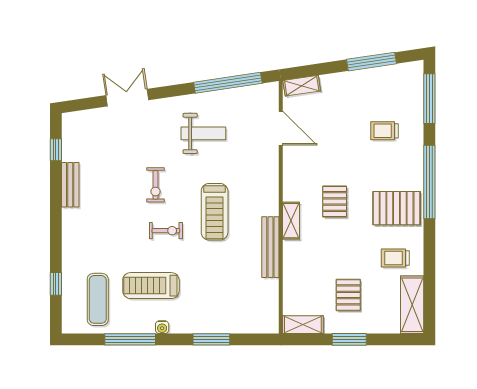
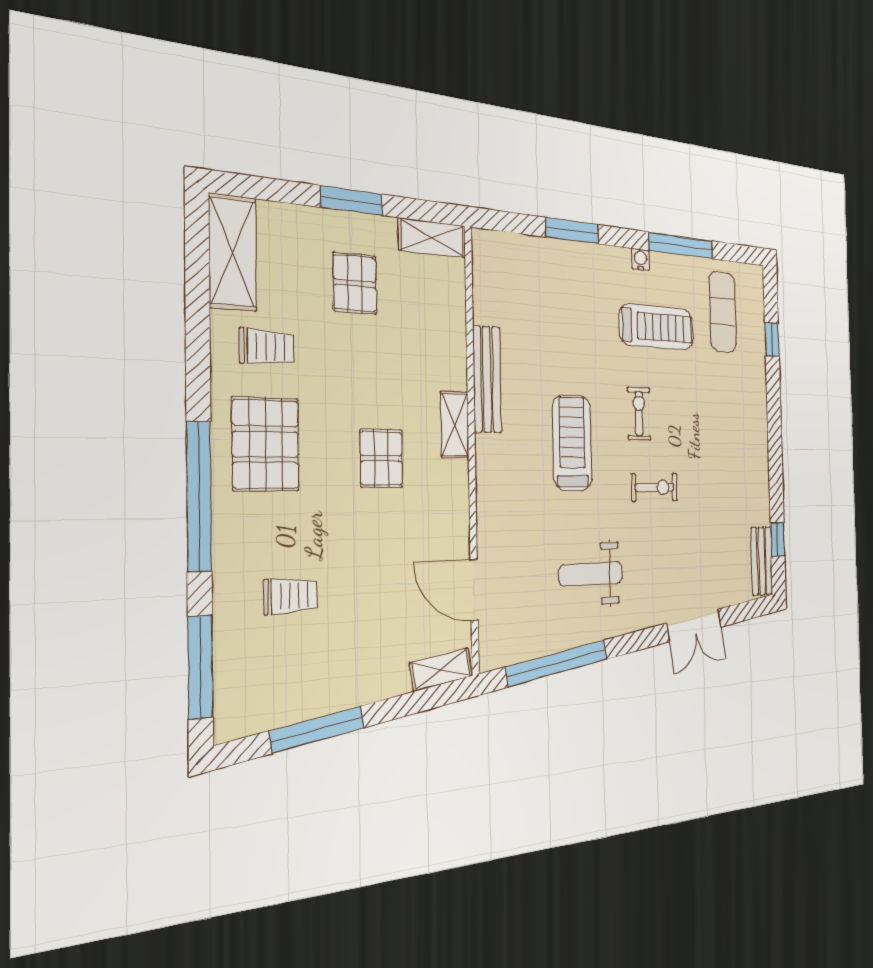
bench: (70, 185) -> (762, 561), moved
exercise bike: (155, 185) -> (655, 487), turned 90
pallet: (397, 208) -> (266, 444), turned 90
exercise bike: (166, 231) -> (639, 414), turned 90

